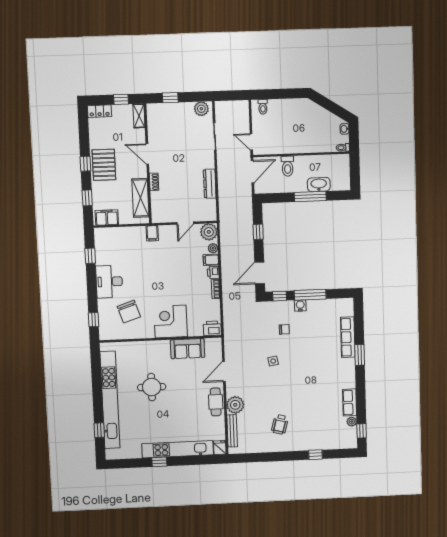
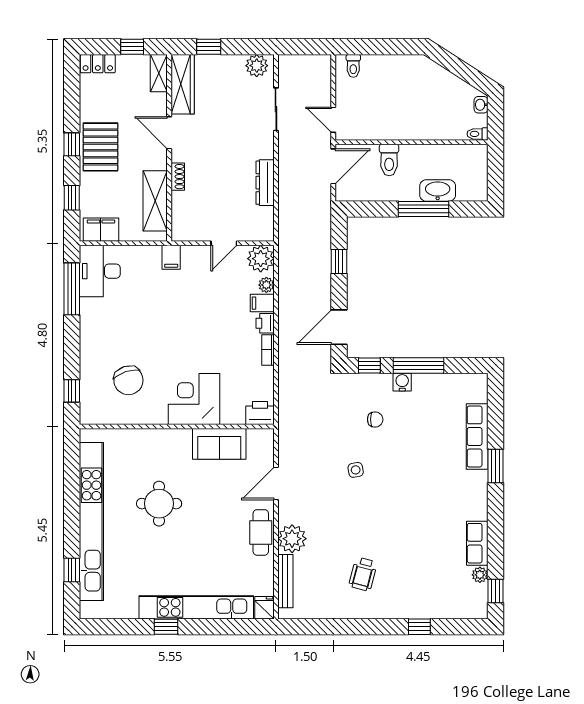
wardrobe: (154, 122) -> (183, 84), added
window: (90, 256) -> (72, 289), width x2.17
desk: (109, 282) -> (100, 271), moved

